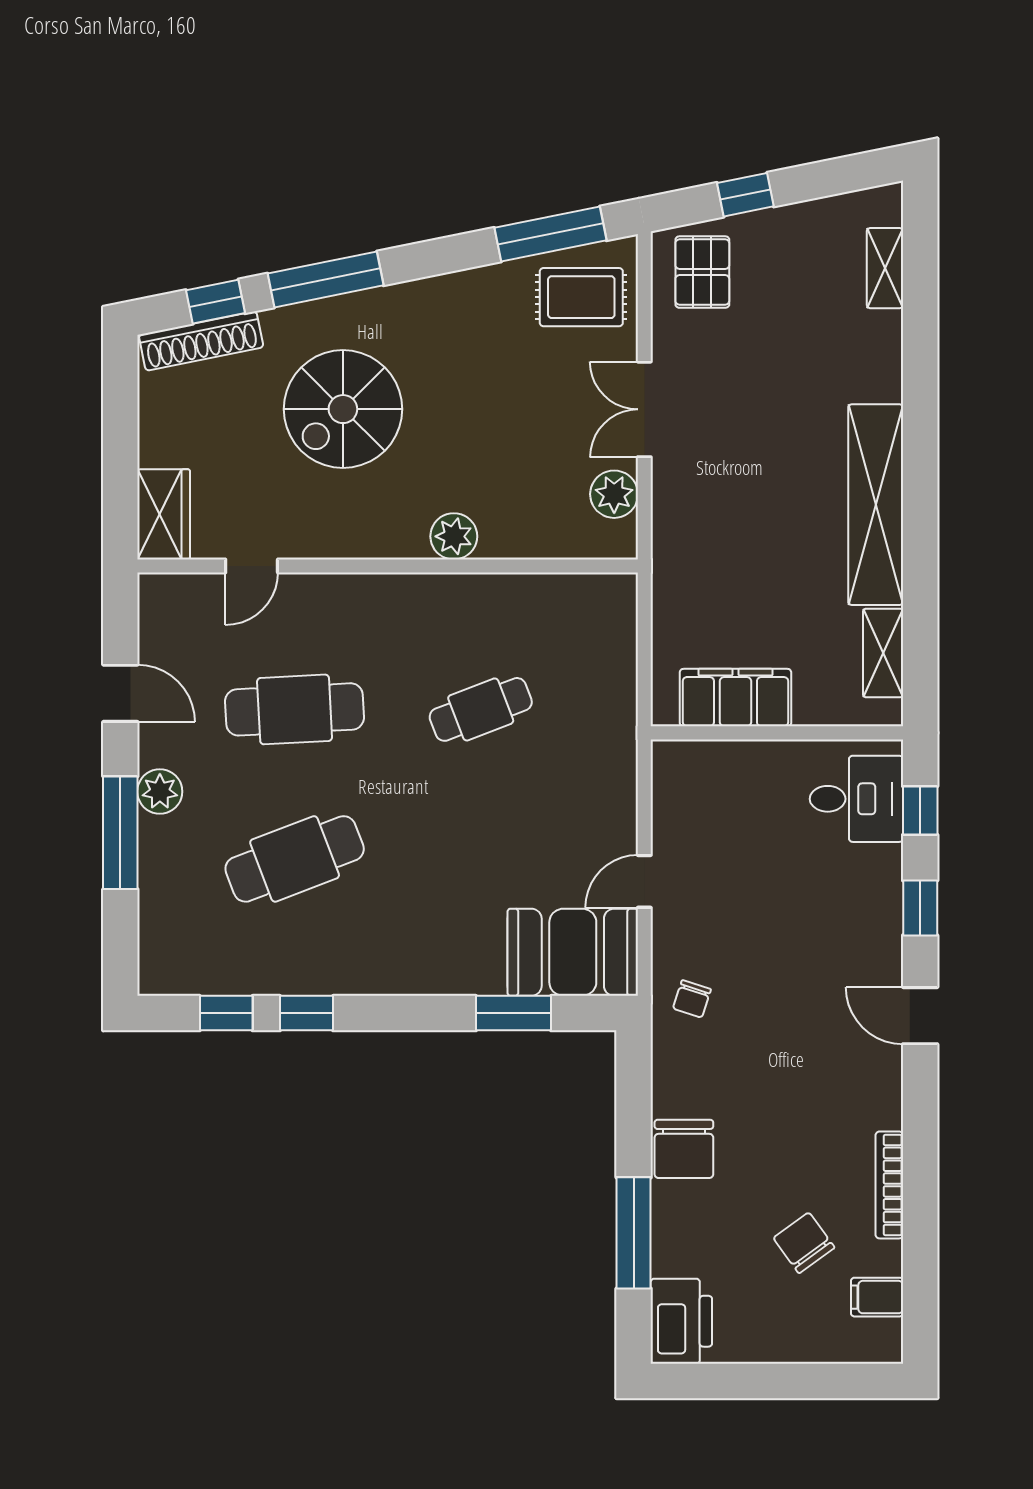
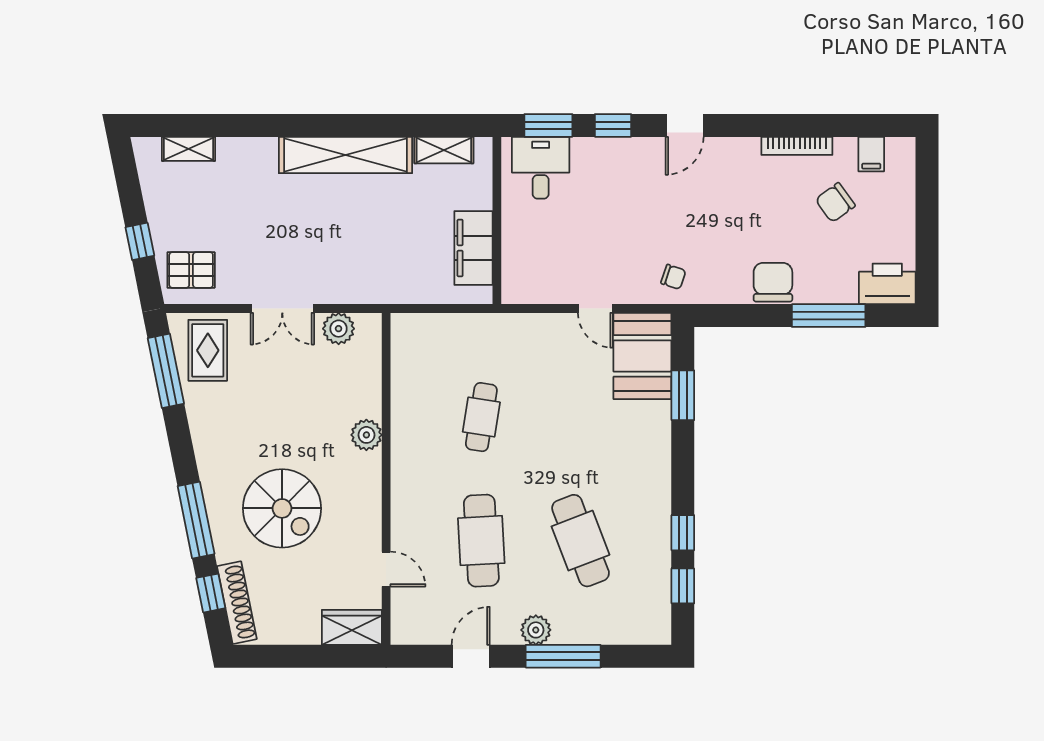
cafe table: (481, 709) -> (481, 417), turned 30
window: (920, 810) -> (548, 125), width x1.50
chair: (684, 1149) -> (773, 282), turned -90

